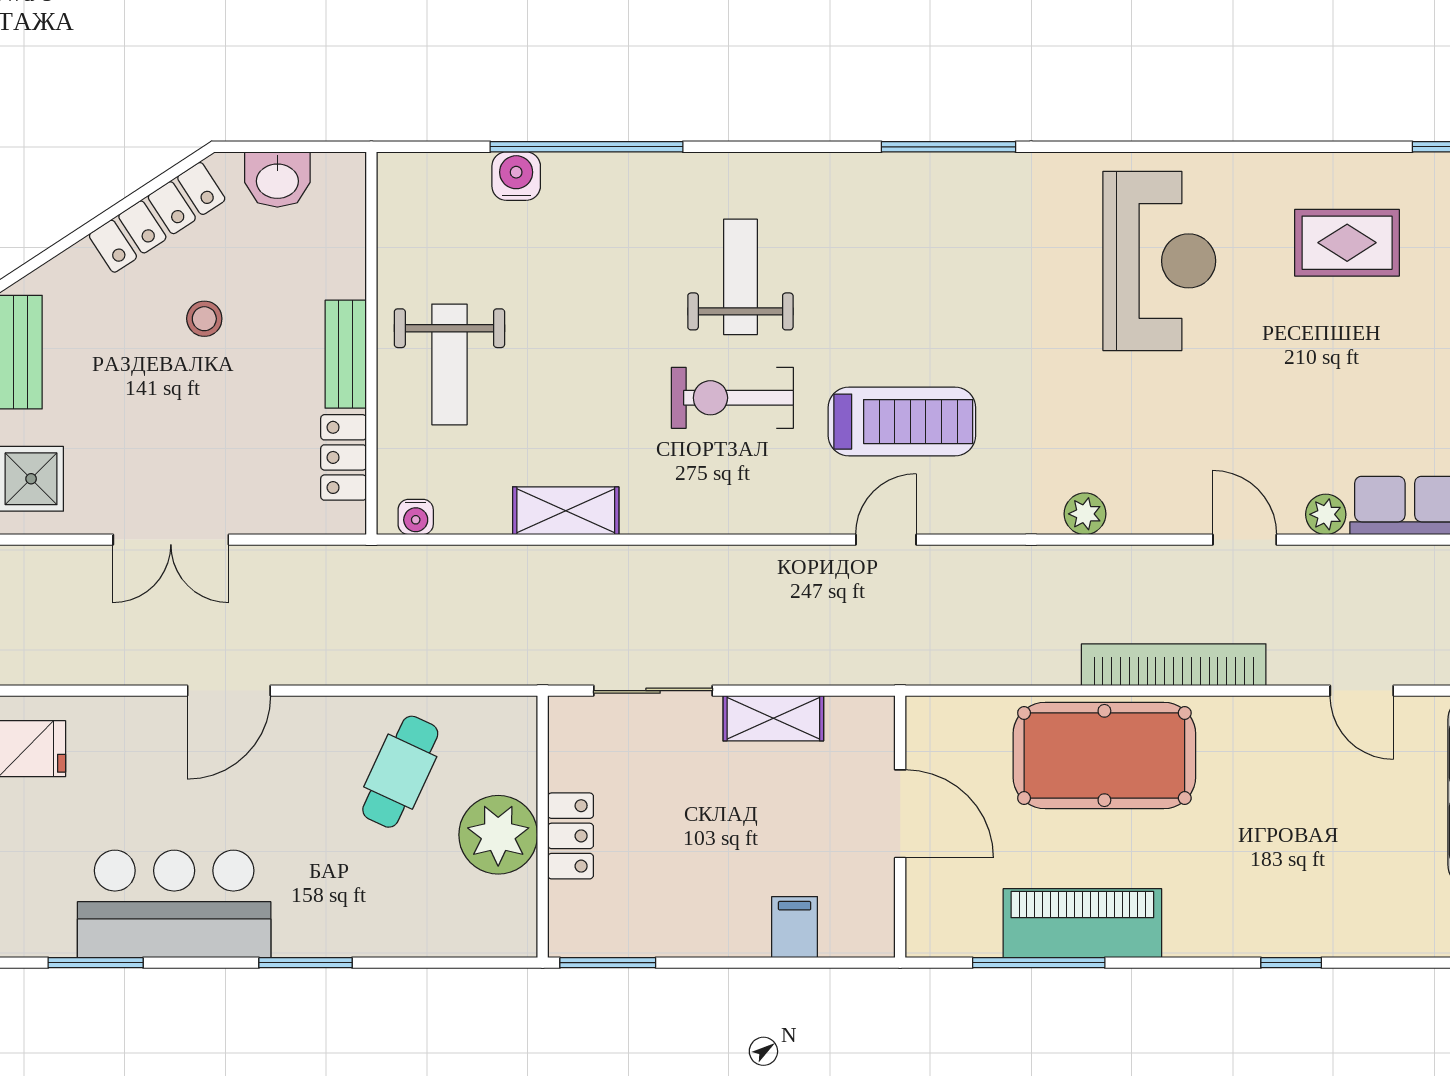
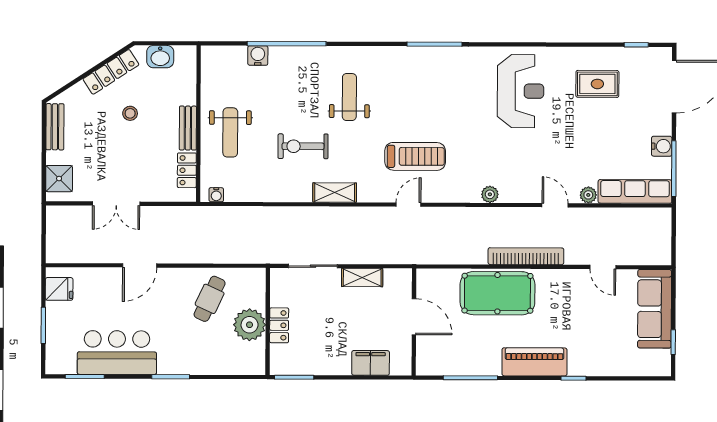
exercise bike: (732, 398) -> (303, 146), moved
shelving: (566, 511) -> (335, 193), moved
piano: (1082, 923) -> (534, 362), moved
filing cabinet: (795, 927) -> (371, 363), width x2.00

